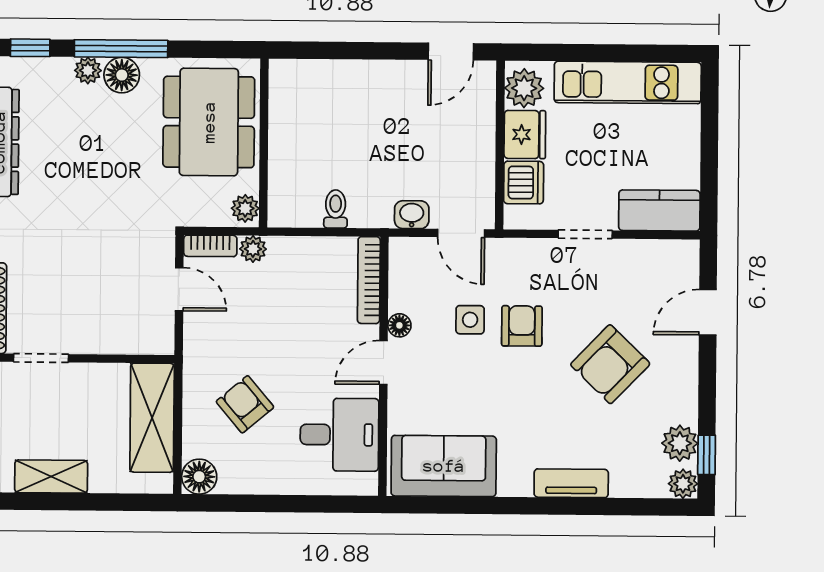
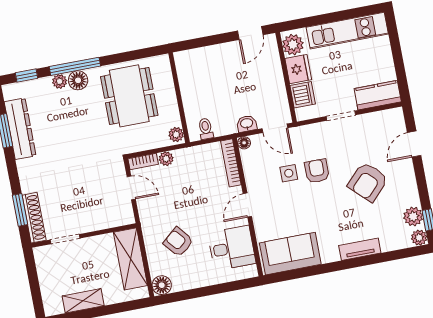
wall: (264, 143) -> (179, 98), moved
plant: (245, 208) -> (176, 134), moved
floor lamp: (399, 325) -> (244, 143), moved

